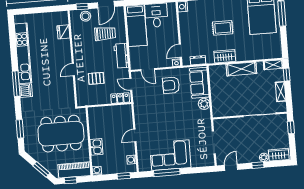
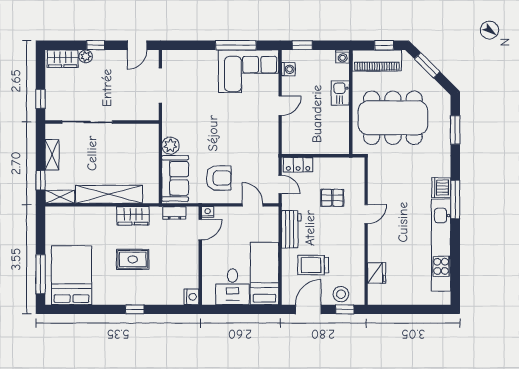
shelving: (241, 69) -> (109, 194), width x1.47
corner sofa: (170, 155) -> (249, 71), moved

